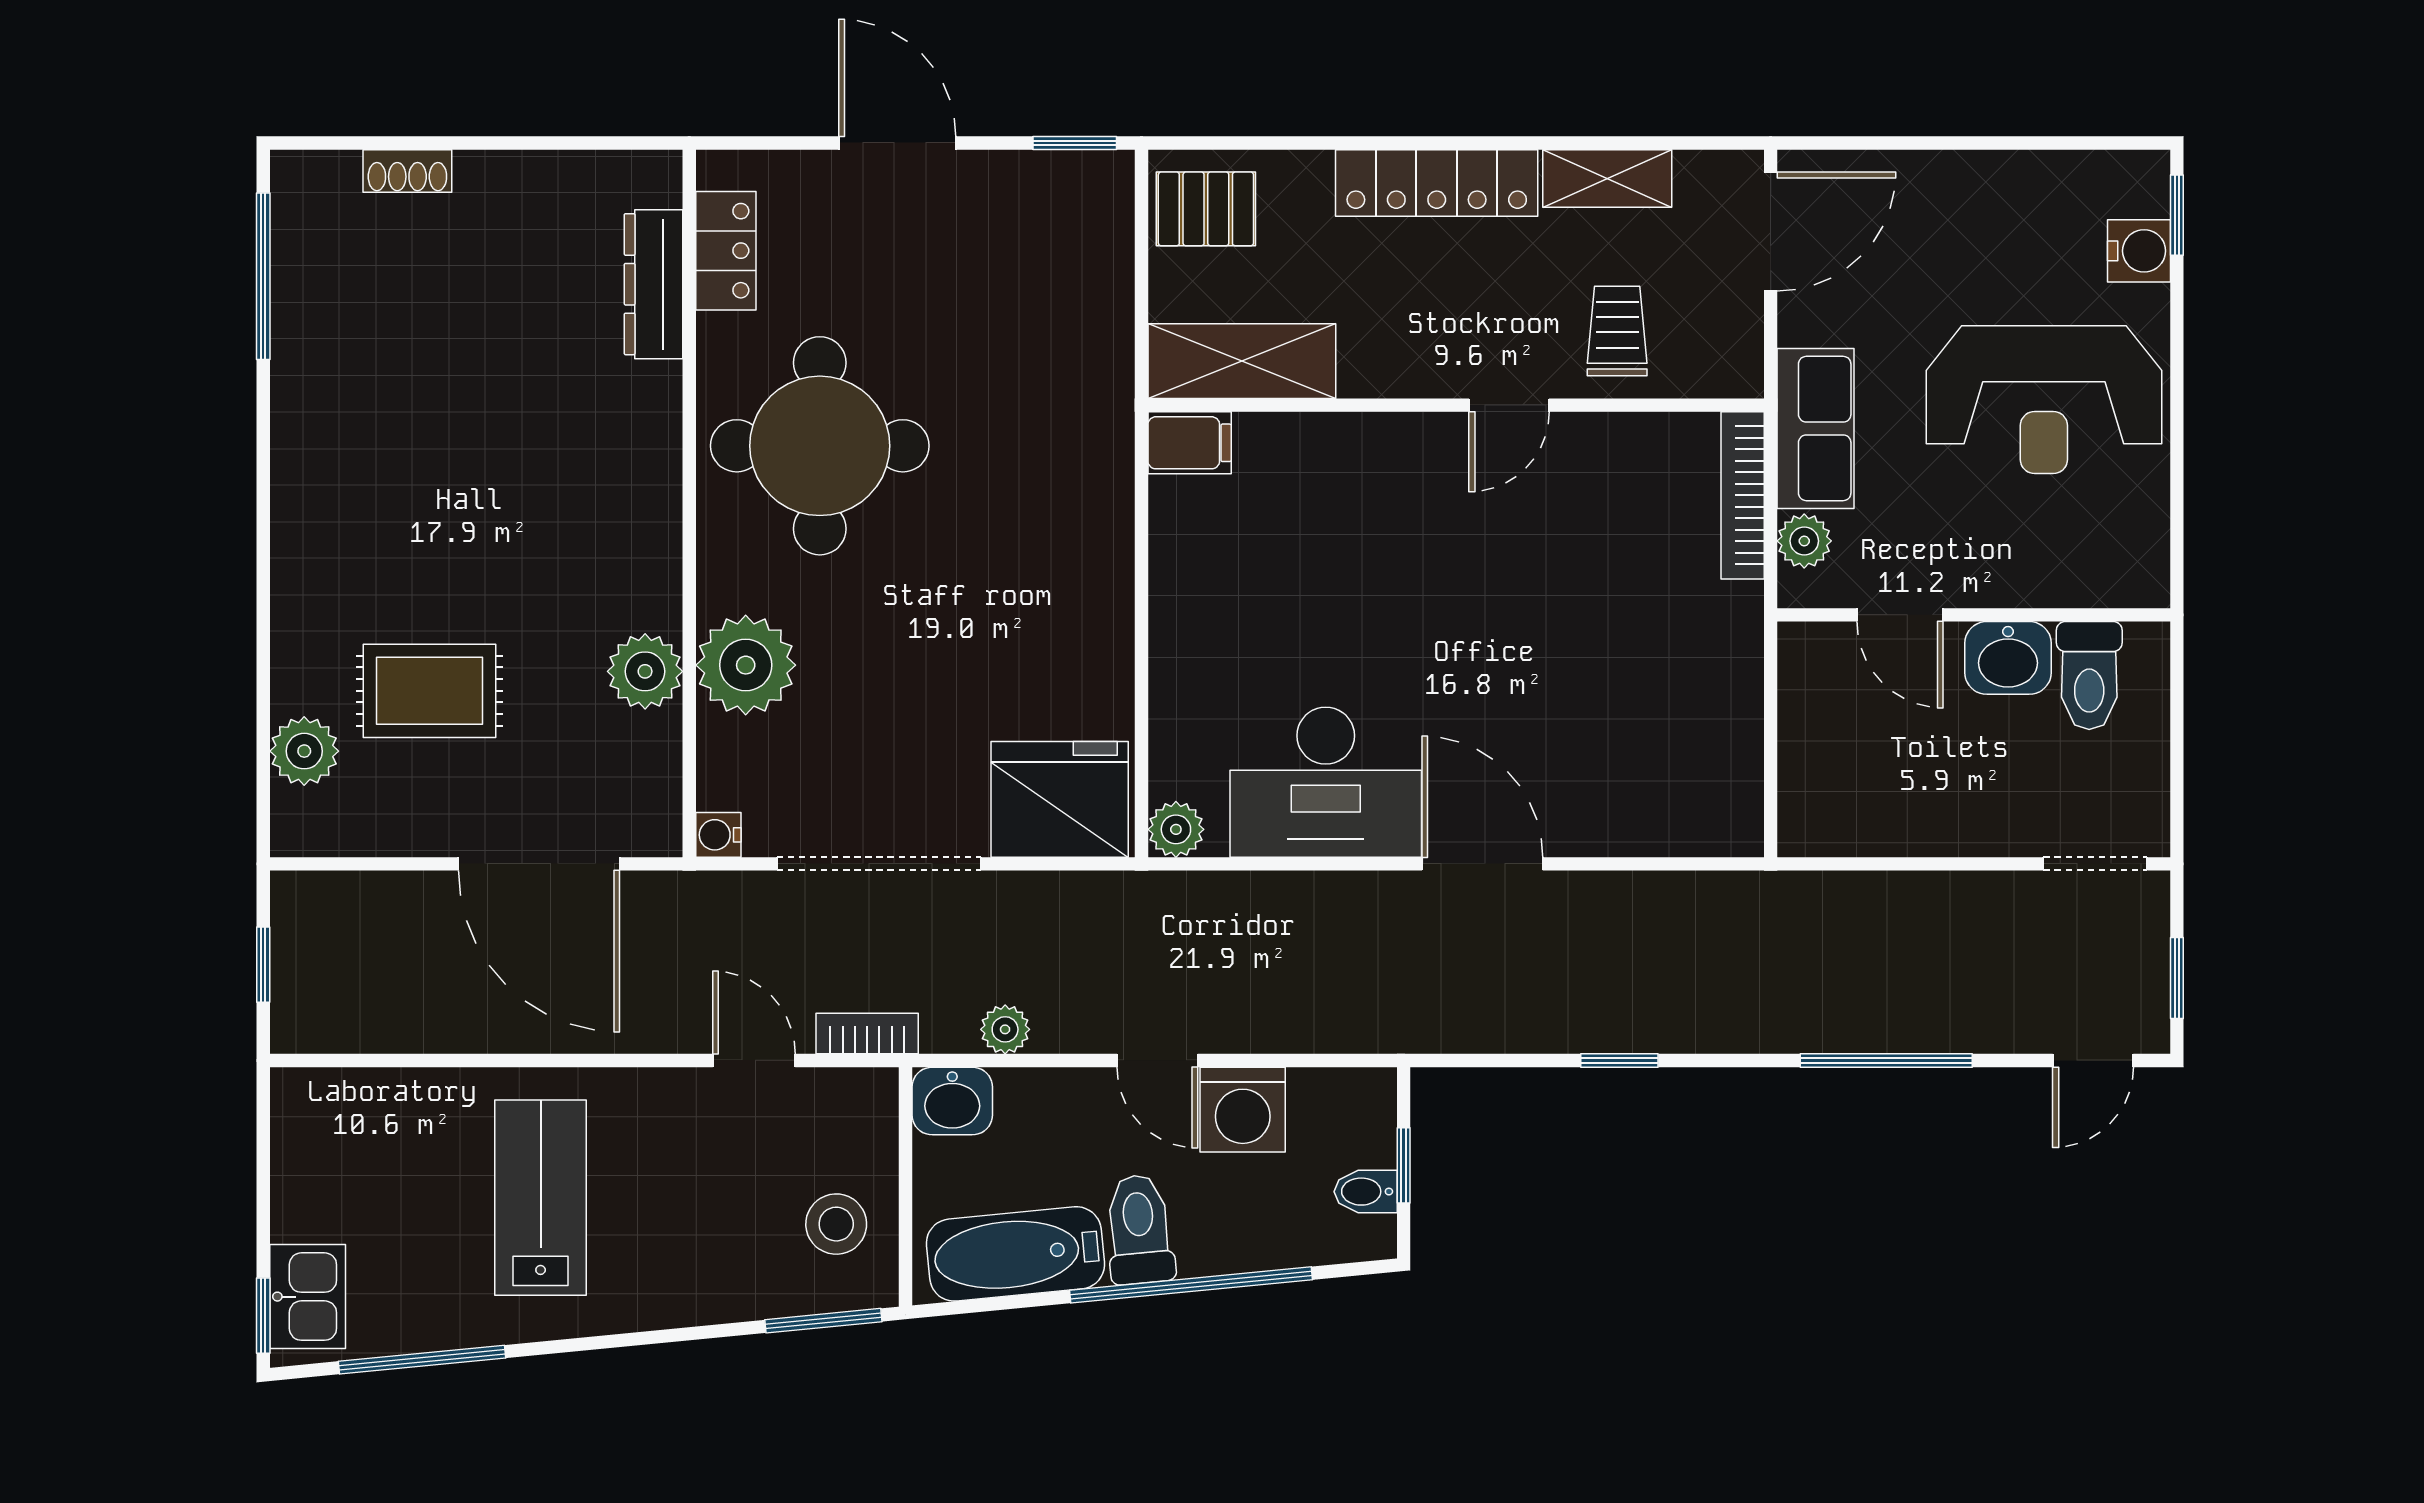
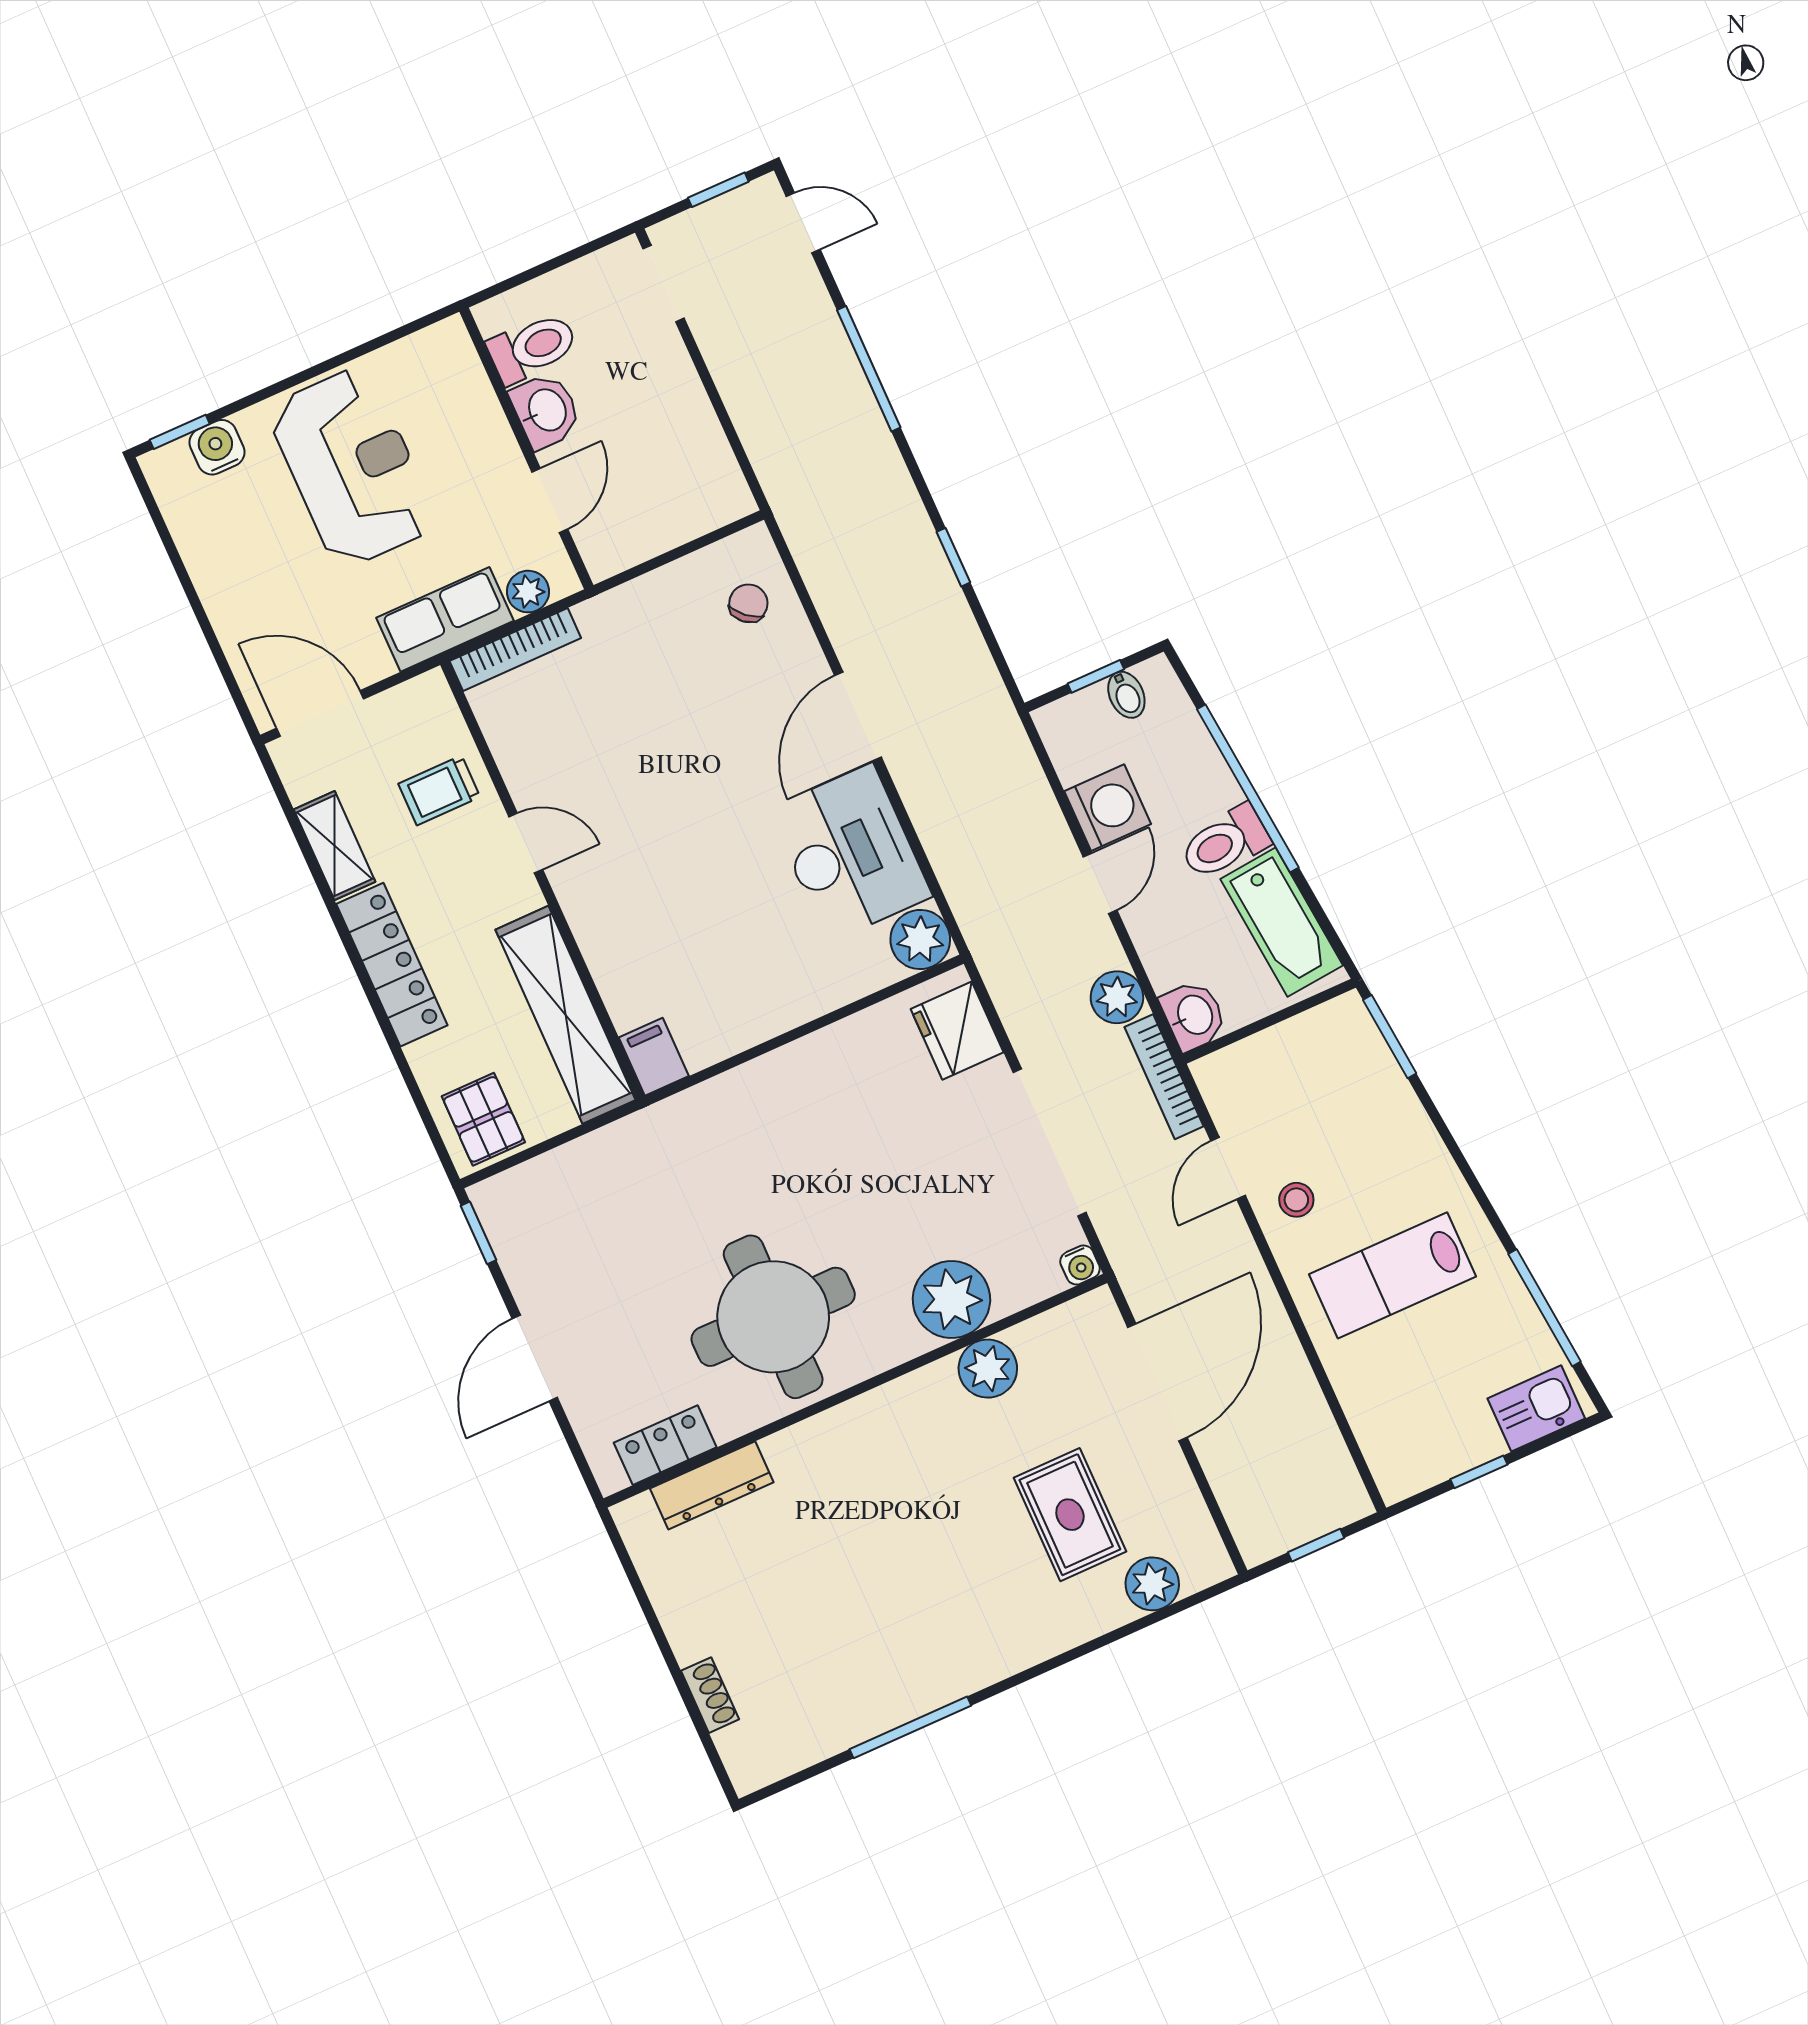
window: (263, 276) -> (910, 1727), moved
shelving: (1242, 361) -> (566, 1015), width x1.47
chair: (1674, 794) -> (748, 603), added
fridge: (1060, 799) -> (957, 1031), width x0.73, depth x0.75
plant: (1176, 829) -> (920, 940), width x1.38, depth x1.38
plant: (1005, 1029) -> (1117, 997), width x1.38, depth x1.38
bookcase: (867, 1034) -> (1164, 1077), width x1.56
stool: (836, 1224) -> (1296, 1200), moved, width x0.73, depth x0.73
window: (263, 1316) -> (1479, 1472), moved

